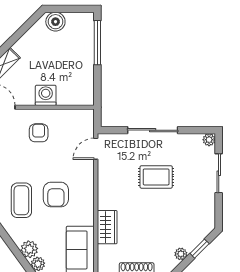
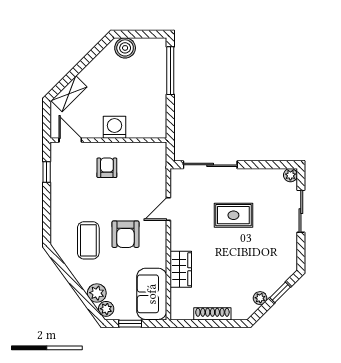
sliding door: (153, 130) -> (210, 165), moved
door: (96, 149) -> (168, 209), moved

